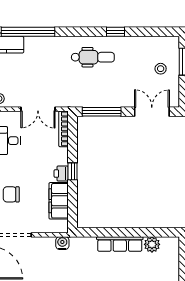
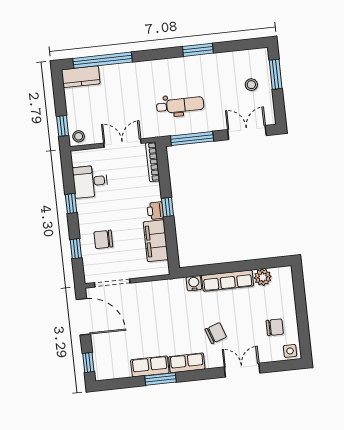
window: (116, 32) -> (198, 50), width x1.50
dental chair: (93, 57) -> (180, 105), moved
double door: (38, 109) -> (122, 143), swing flipped
water cooler: (62, 243) -> (194, 283), moved

